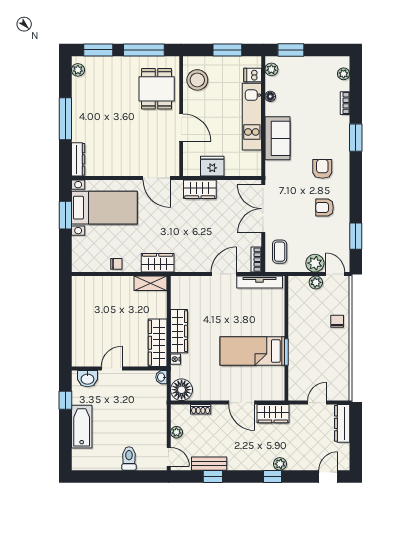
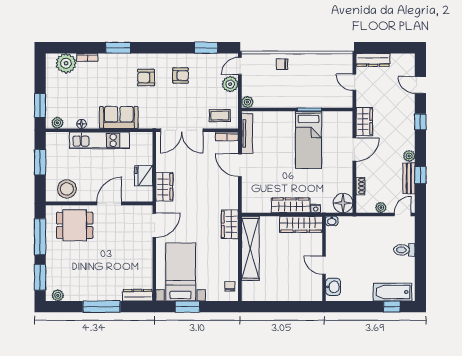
plant: (344, 74) -> (66, 63), width x1.87, depth x1.87
dishwasher: (253, 75) -> (62, 140), removed
armchair: (325, 208) -> (181, 76), turned -90
chair: (116, 264) -> (230, 286), moved
plant: (316, 282) -> (247, 102), moved
shelving: (150, 283) -> (250, 248), width x2.20, depth x1.33
window: (65, 400) -> (392, 307), moved
bathtub: (82, 427) -> (392, 292), moved
plant: (280, 464) -> (409, 156), moved
door: (328, 476) -> (420, 85), moved

